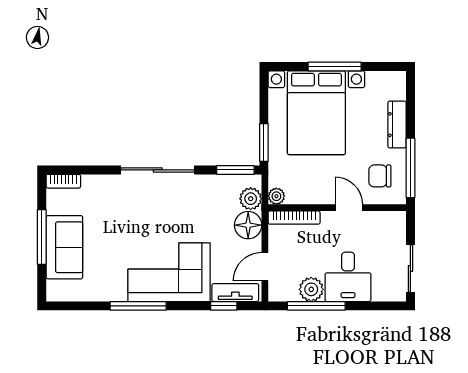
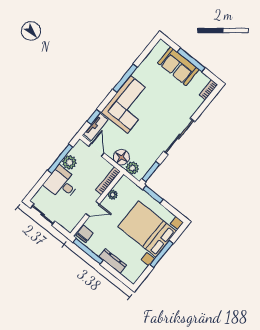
chair: (380, 176) -> (85, 234), moved
plant: (276, 196) -> (113, 195), moved

